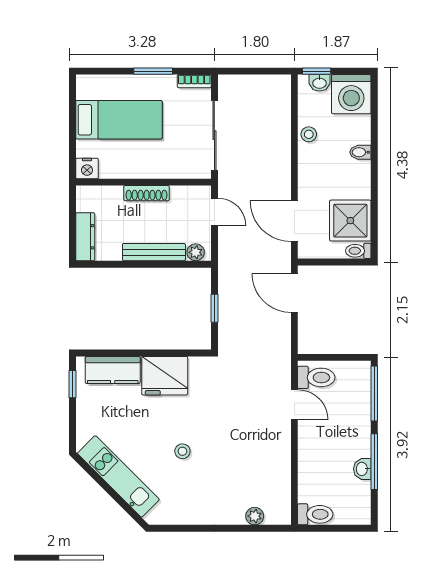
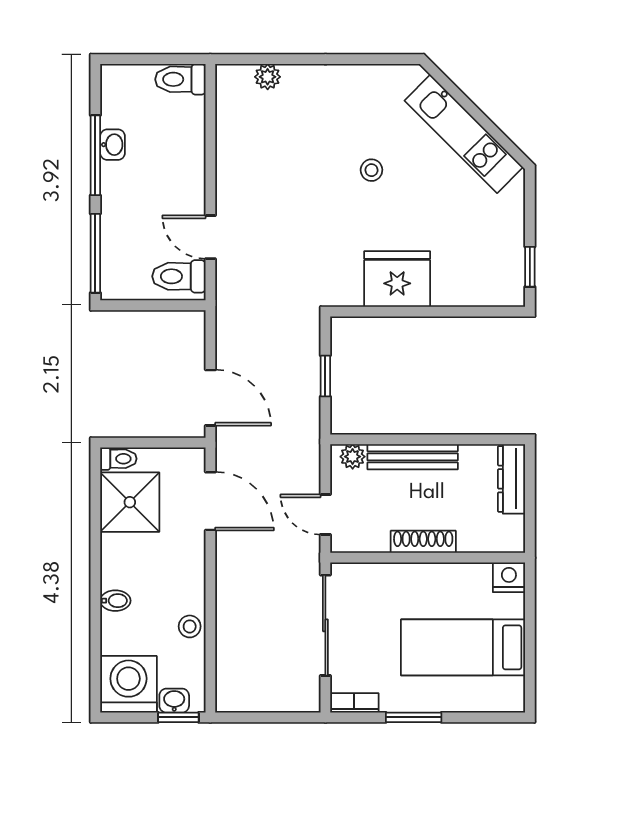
kitchen counter: (113, 370) -> (472, 287), removed

